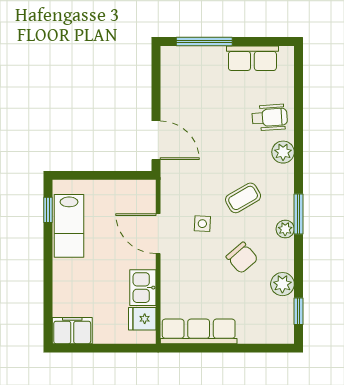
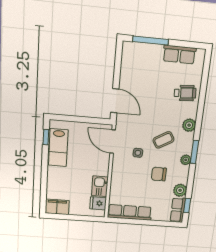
plant: (283, 152) -> (189, 125), moved
door: (158, 234) -> (113, 142), moved
chair: (242, 258) -> (159, 174), turned 131
row of seats: (283, 321) -> (178, 210), added

